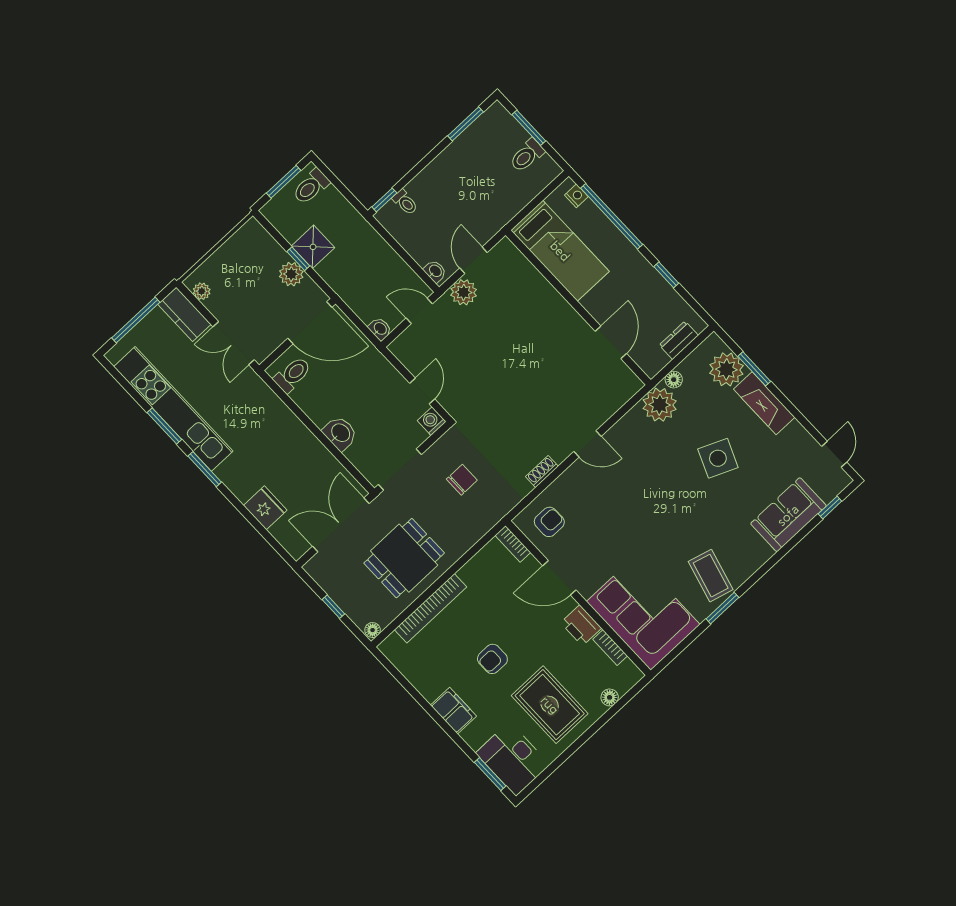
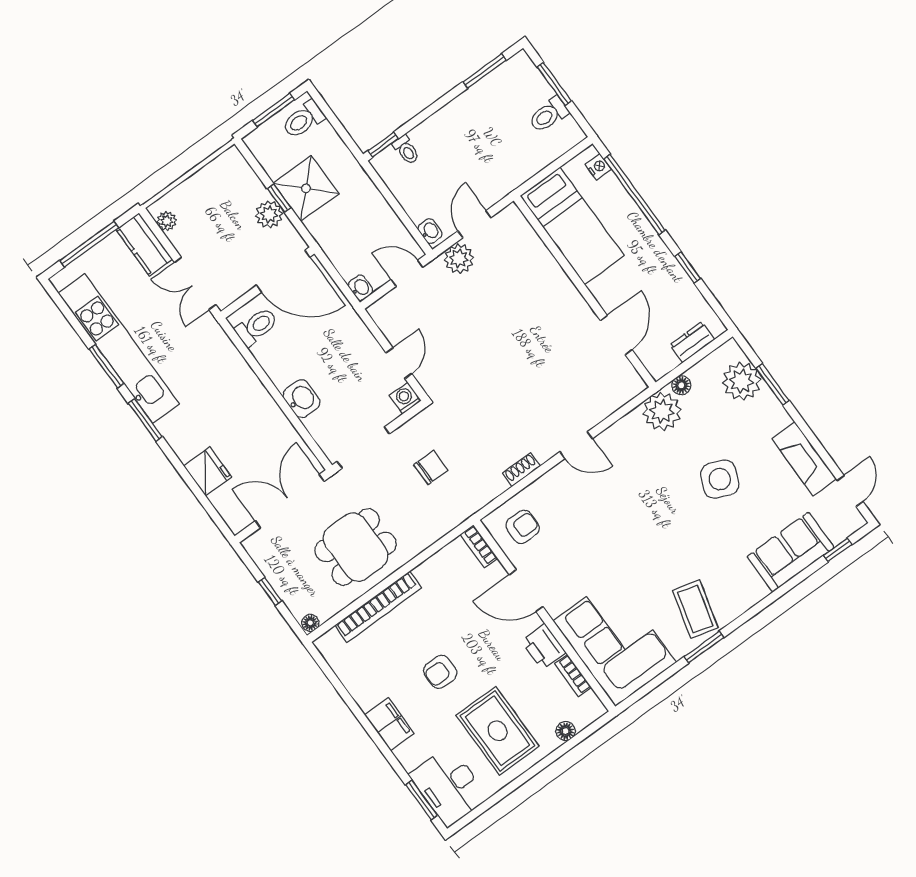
shower: (313, 247) -> (306, 188), width x1.36, depth x1.36
fireplace: (764, 403) -> (804, 459), moved

